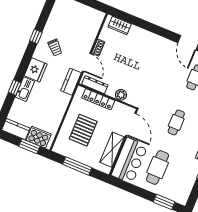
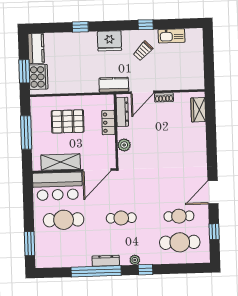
kitchen sink: (25, 89) -> (172, 36), moved
locker: (98, 99) -> (108, 123), width x0.66

